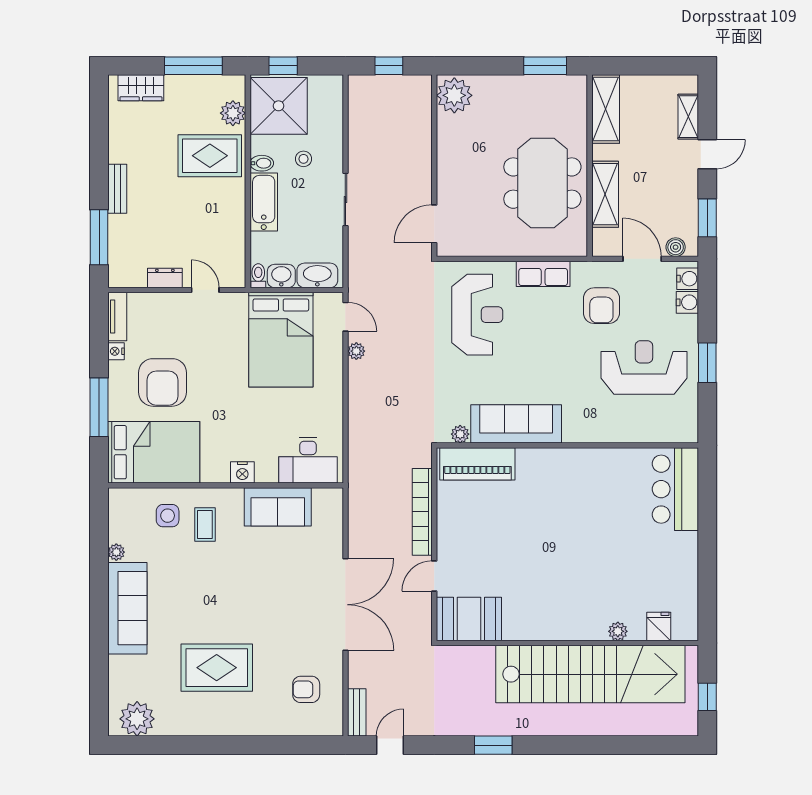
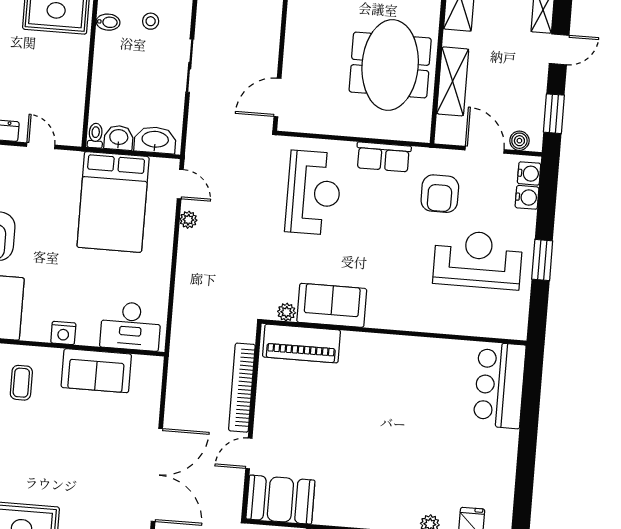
bathtub: (264, 202) -> (107, 62), removed
sofa: (516, 424) -> (332, 305), width x0.73

